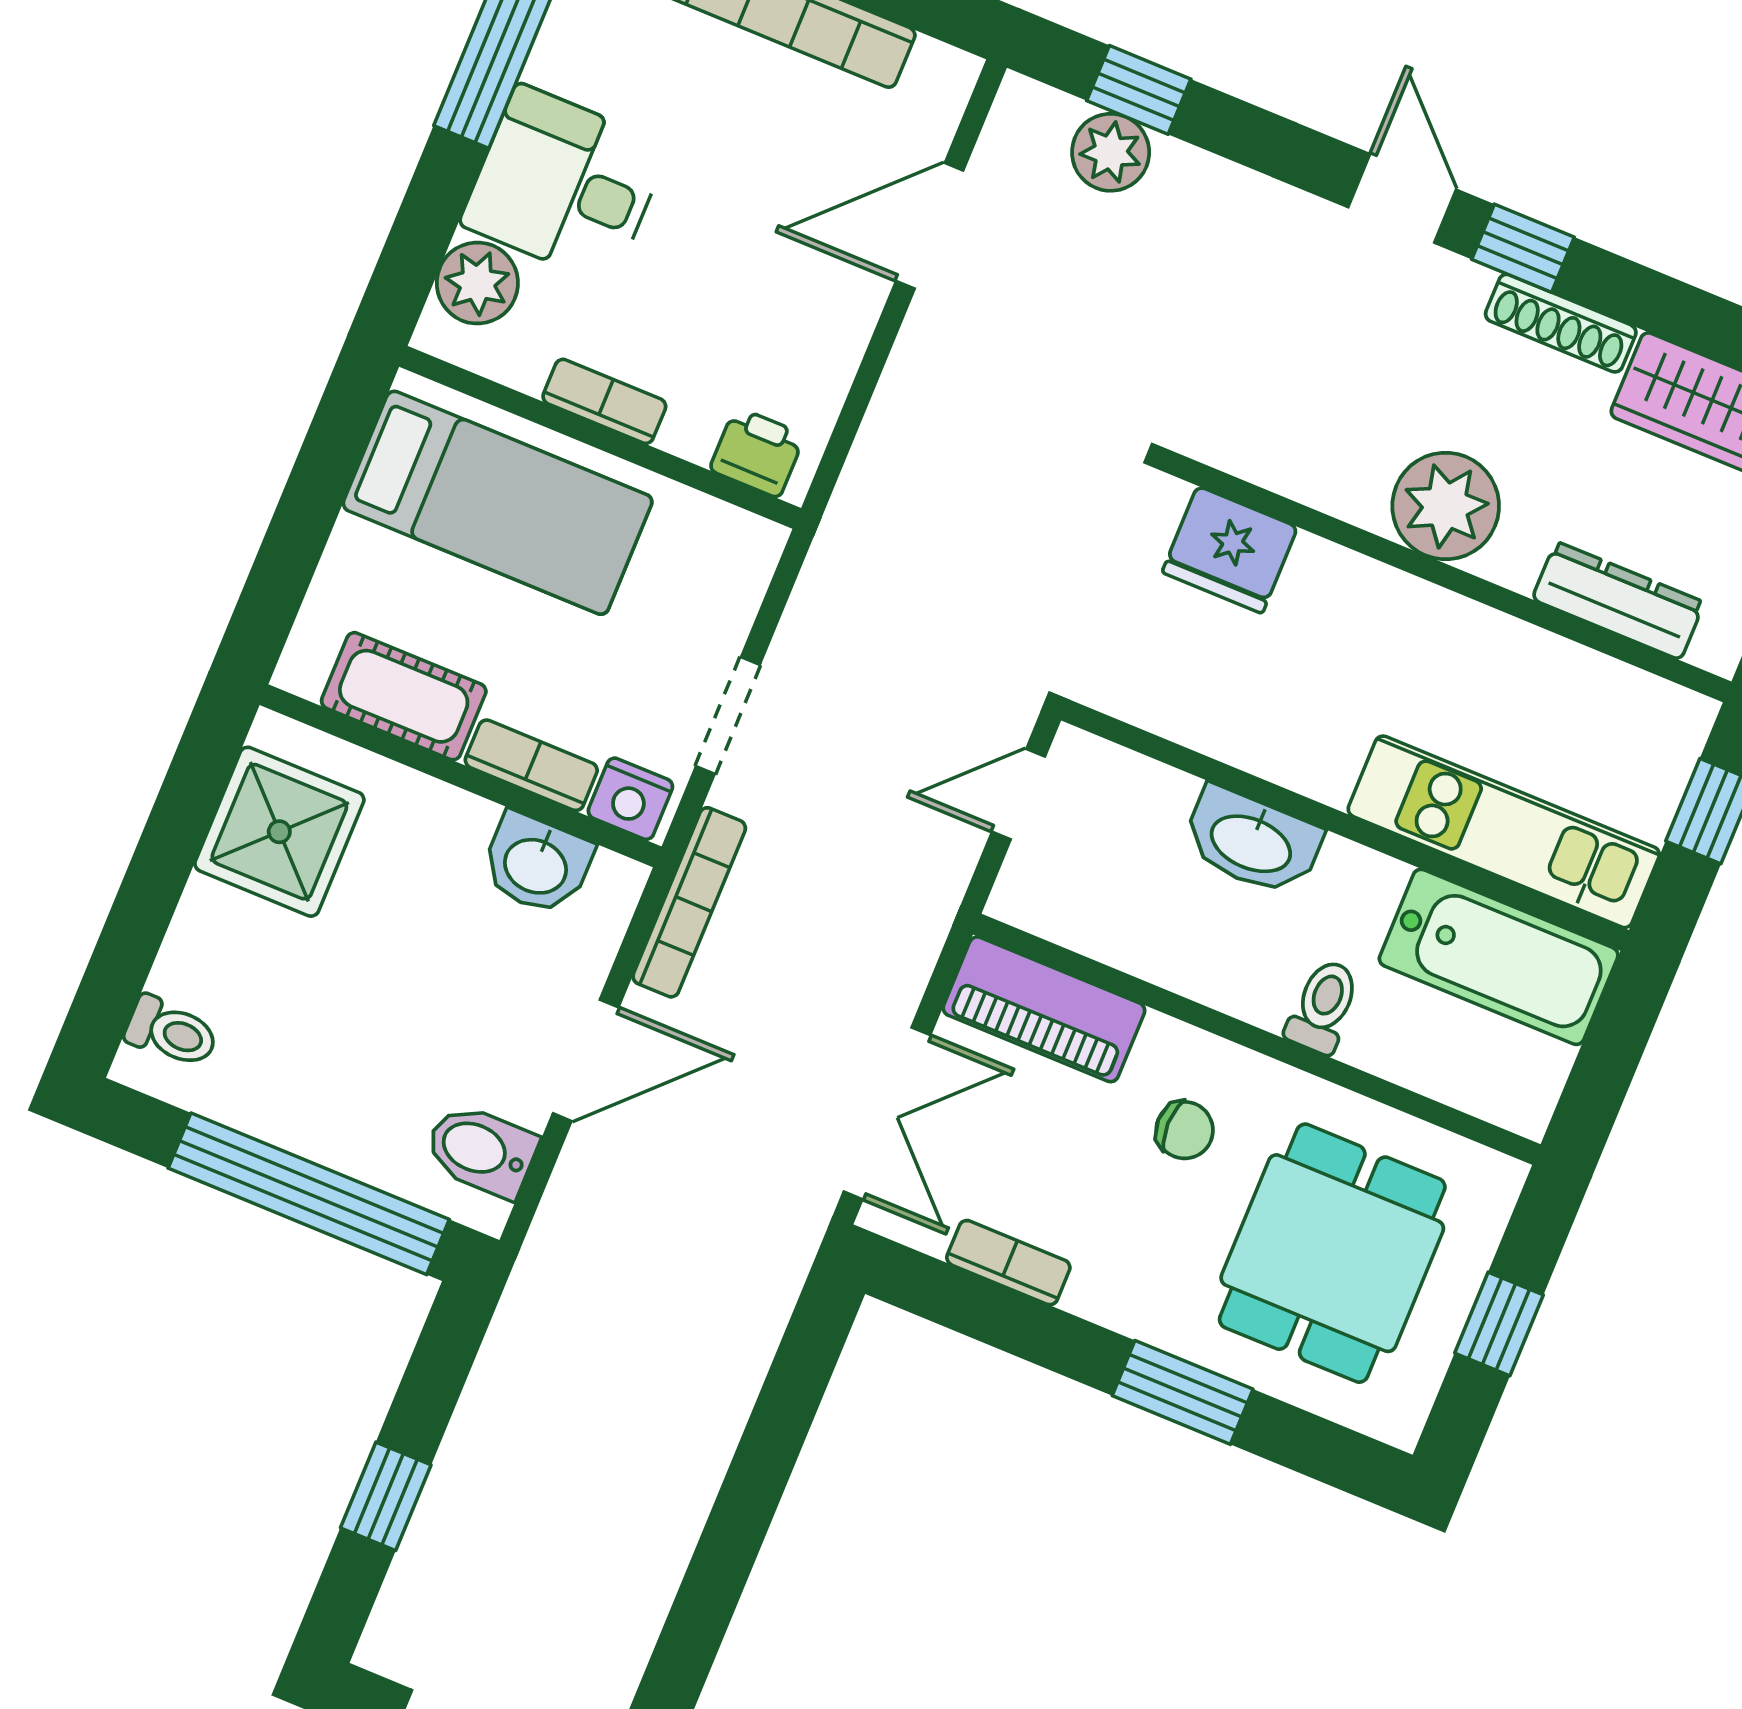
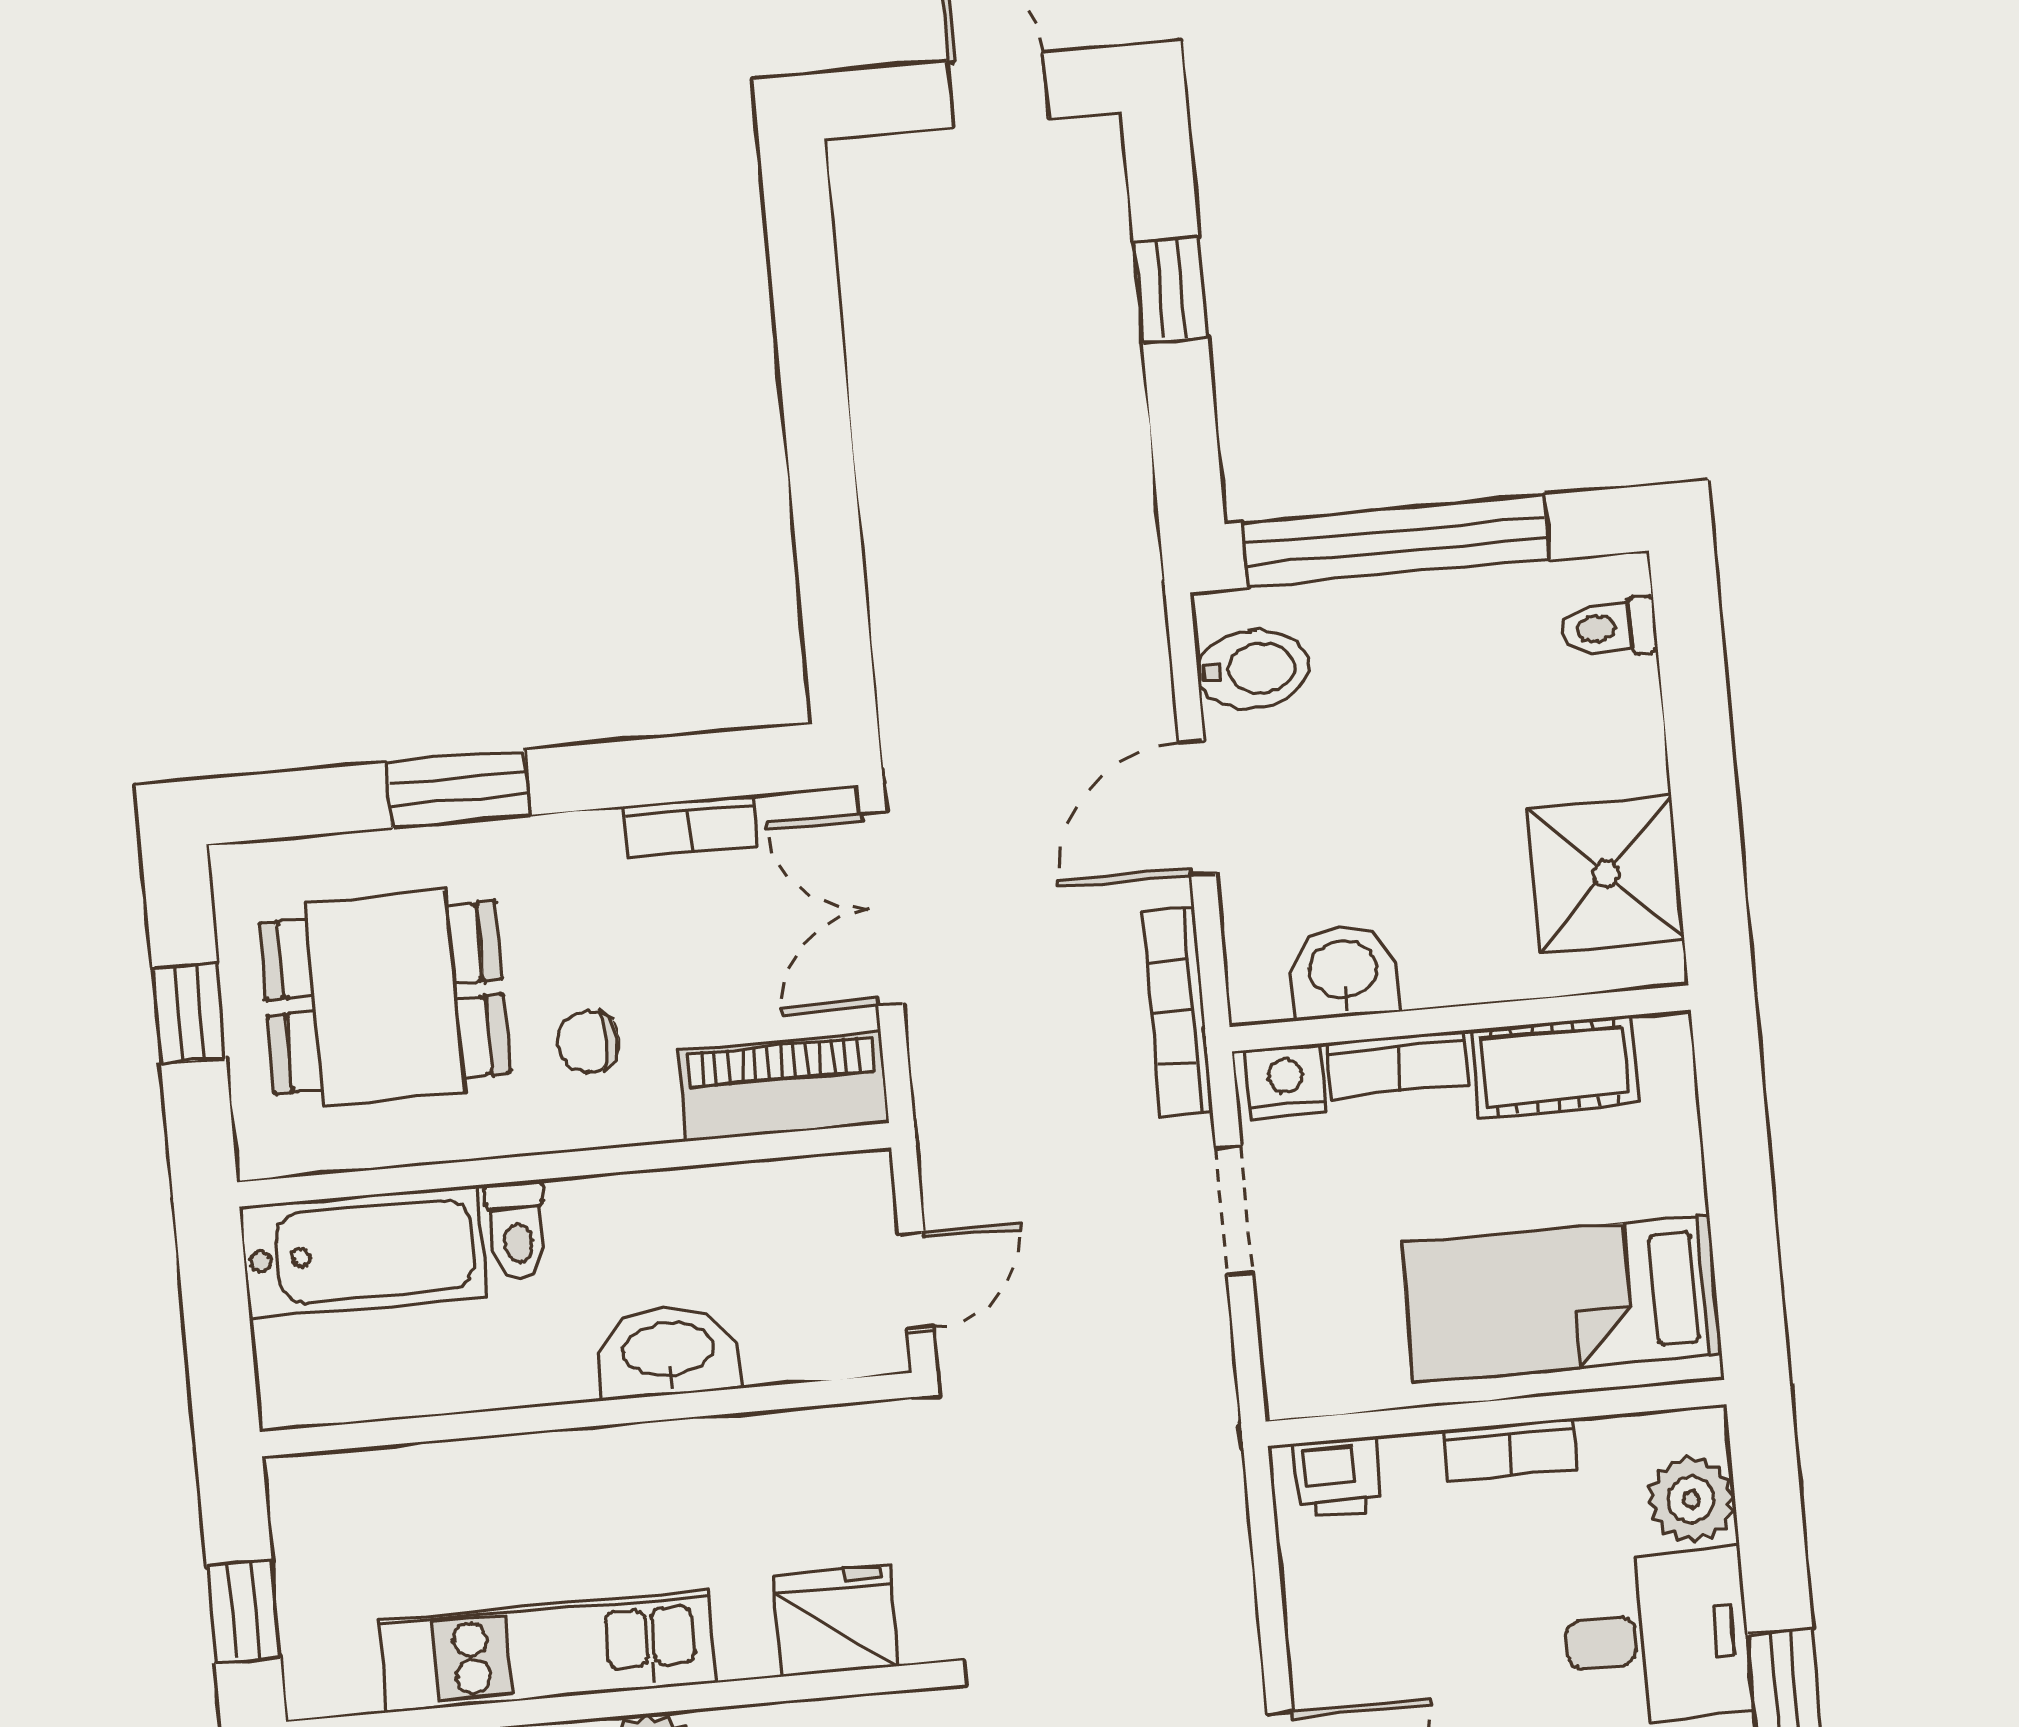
kitchen unit: (1504, 832) -> (548, 1651), moved, turned 180
bathtub: (1499, 957) -> (363, 1252), moved, turned 180
dining table: (1332, 1253) -> (384, 998), turned 90

